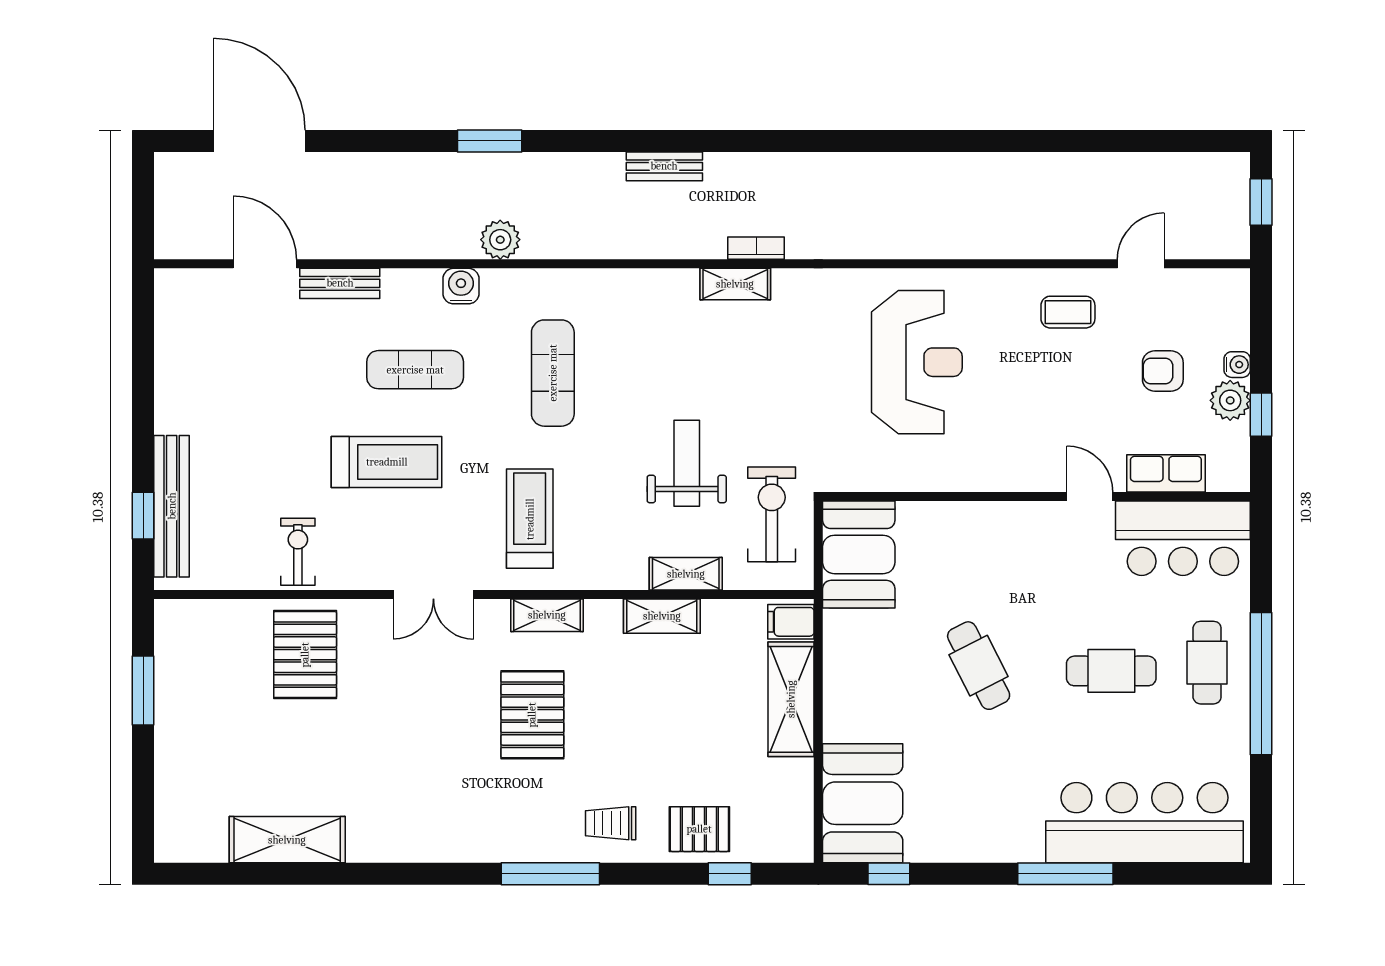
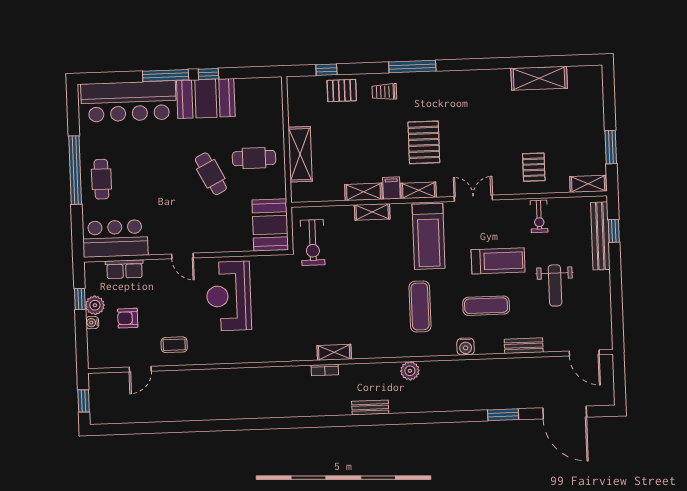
window: (490, 141) -> (503, 415), moved
plant: (500, 240) -> (410, 371), moved
door: (265, 264) -> (584, 353), moved
reception desk: (917, 362) -> (229, 296), moved
armchair: (1163, 371) -> (128, 318), turned 180
treadmill: (387, 462) -> (498, 261), turned 180
weight bench: (687, 463) -> (555, 285), moved
door: (1090, 496) -> (183, 256), moved
treadmill: (530, 519) -> (429, 236), width x1.37, depth x1.38
shelving: (686, 574) -> (372, 212), moved
shelving: (193, 616) -> (588, 184), added
filing cabinet: (791, 622) -> (391, 188), moved, turned -90
pallet: (305, 655) -> (534, 167), width x0.67, depth x0.71
cafe table: (1111, 671) -> (254, 158), moved
booth: (863, 803) -> (206, 98), moved, turned 90
trolley: (611, 823) -> (384, 92), turned 180
window: (889, 874) -> (208, 74), moved

